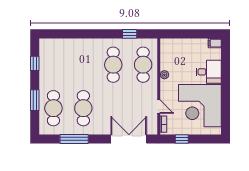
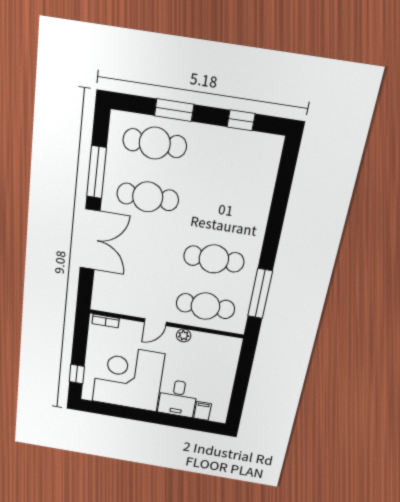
window: (130, 34) -> (260, 294), width x2.17
filing cabinet: (215, 43) -> (202, 411), moved
door: (159, 107) -> (155, 322), moved
double door: (129, 139) -> (90, 240), moved
window: (182, 139) -> (77, 374), moved

